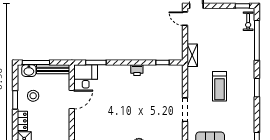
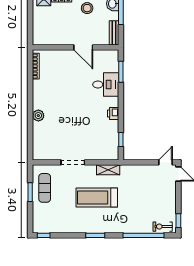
shelving: (192, 55) -> (108, 170), moved
bench: (53, 69) -> (114, 33), width x0.73
desk: (86, 77) -> (106, 84), moved
treadmill: (220, 86) -> (97, 198), width x1.37, depth x1.38

